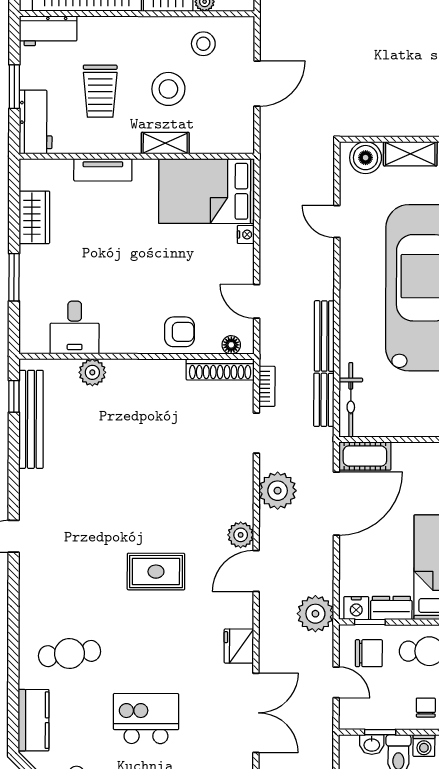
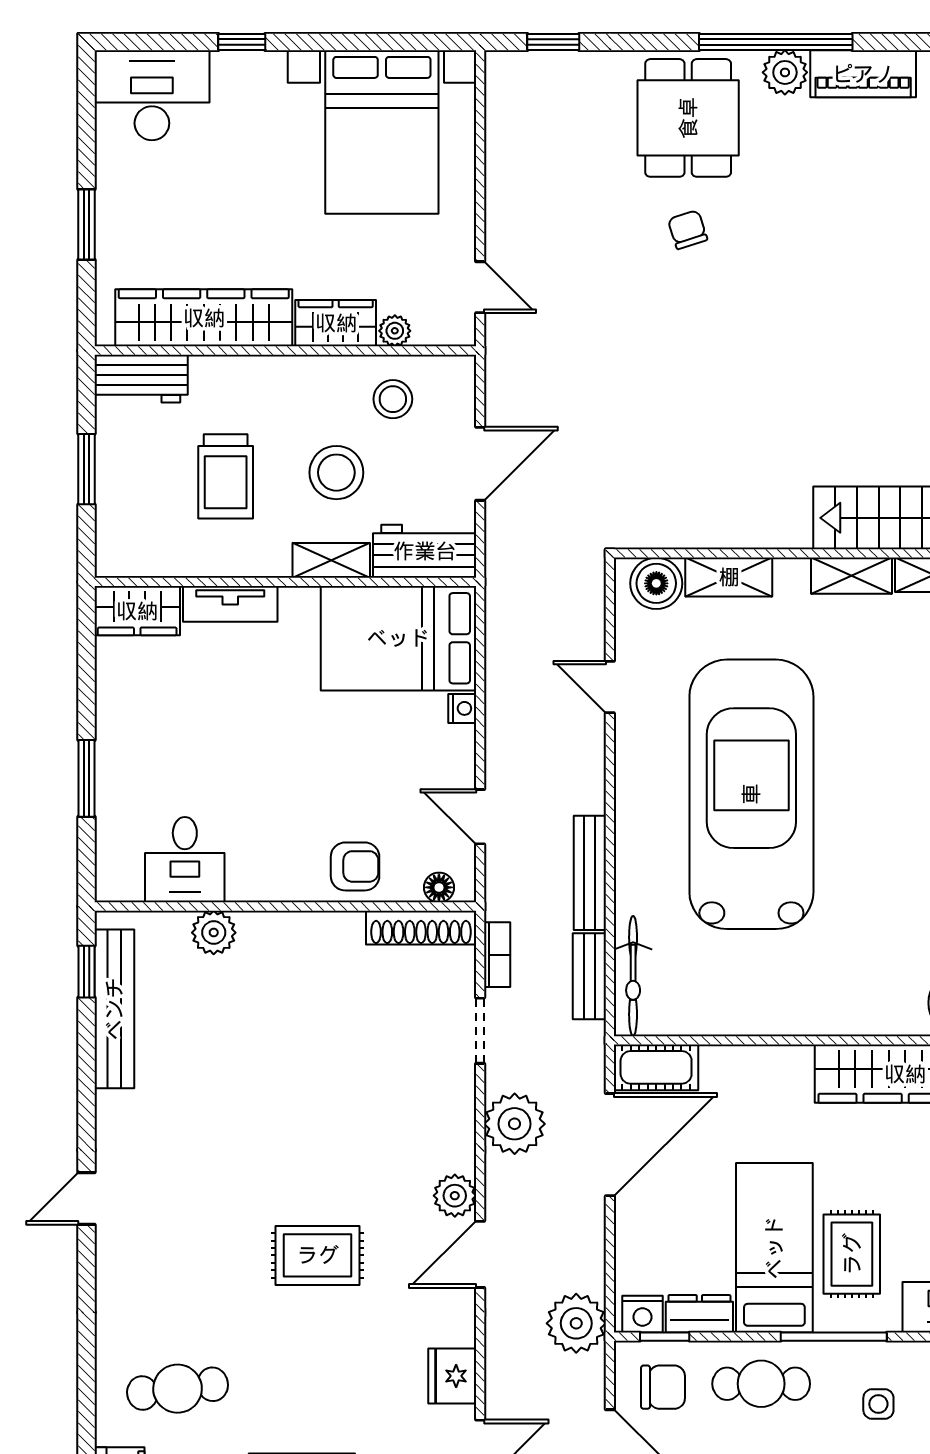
workbench: (36, 122) -> (425, 551), moved, turned -90
wardrobe: (34, 217) -> (137, 611), moved, turned 90

